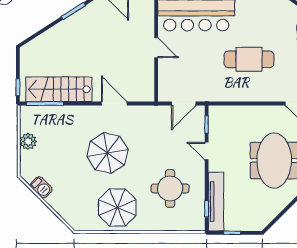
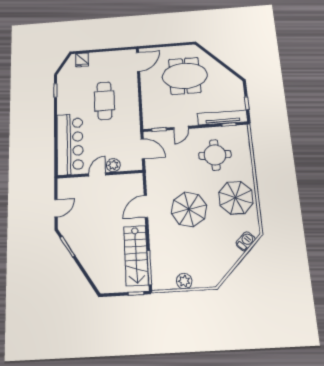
plant: (166, 67) -> (113, 165), added
barbecue: (41, 187) -> (246, 241), moved

